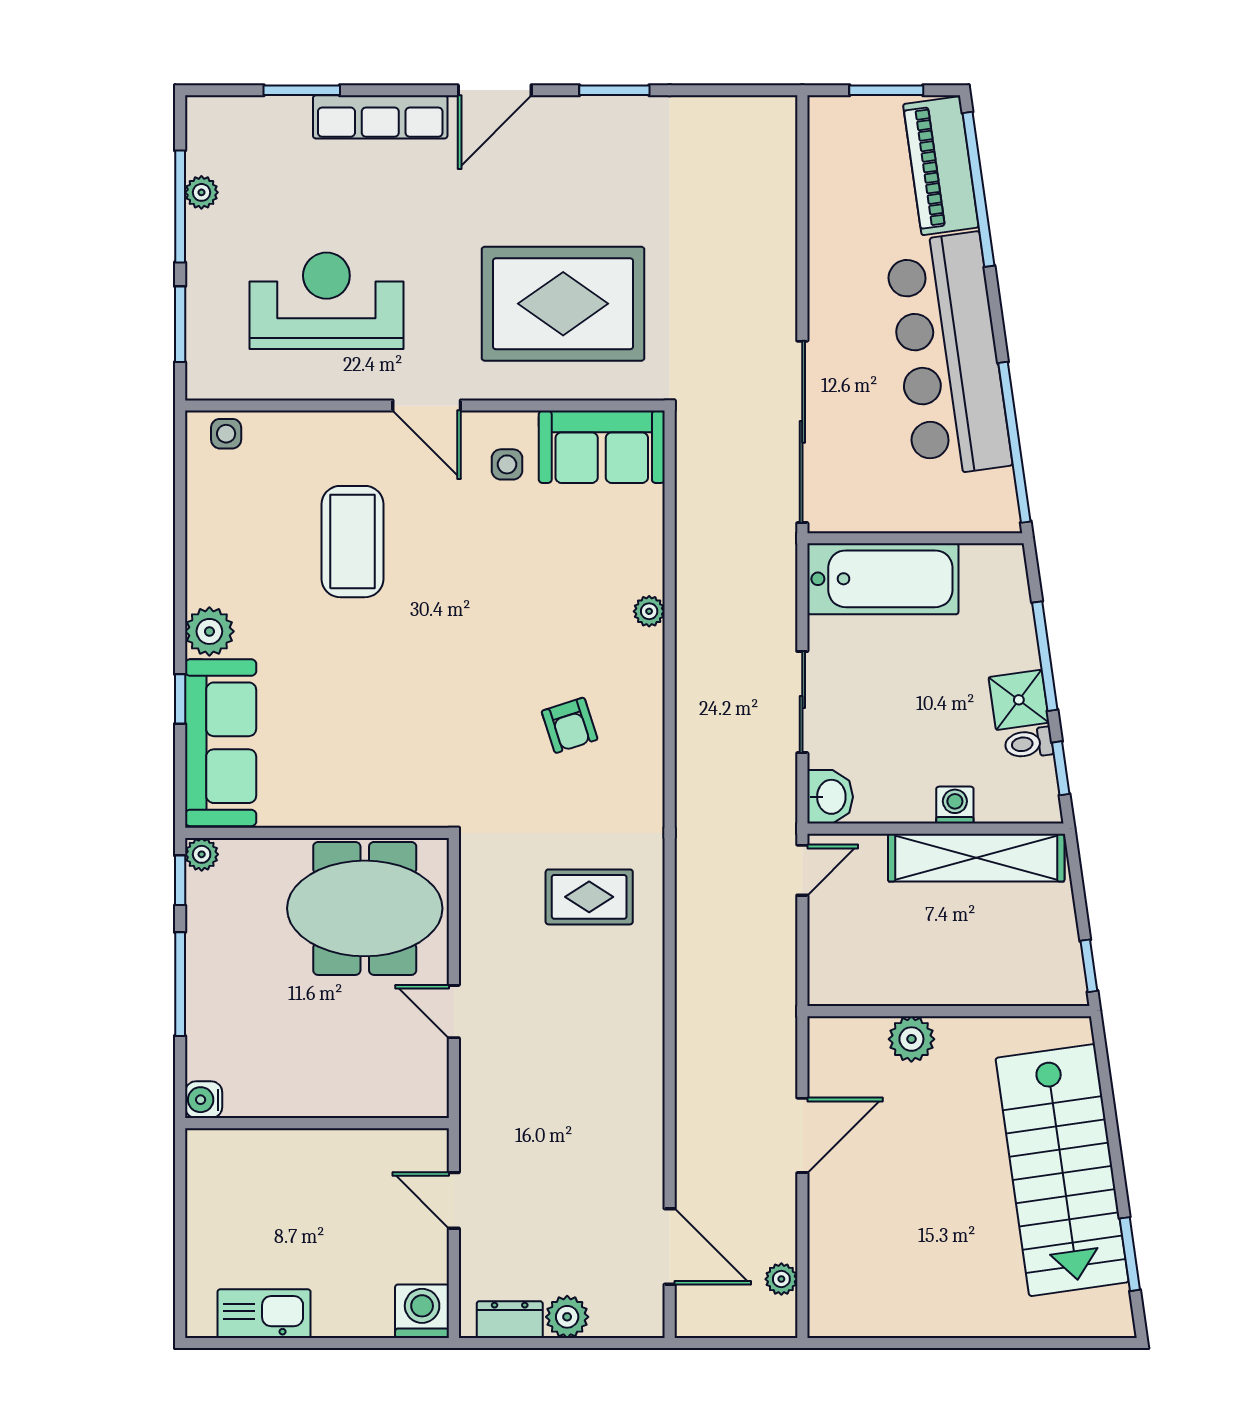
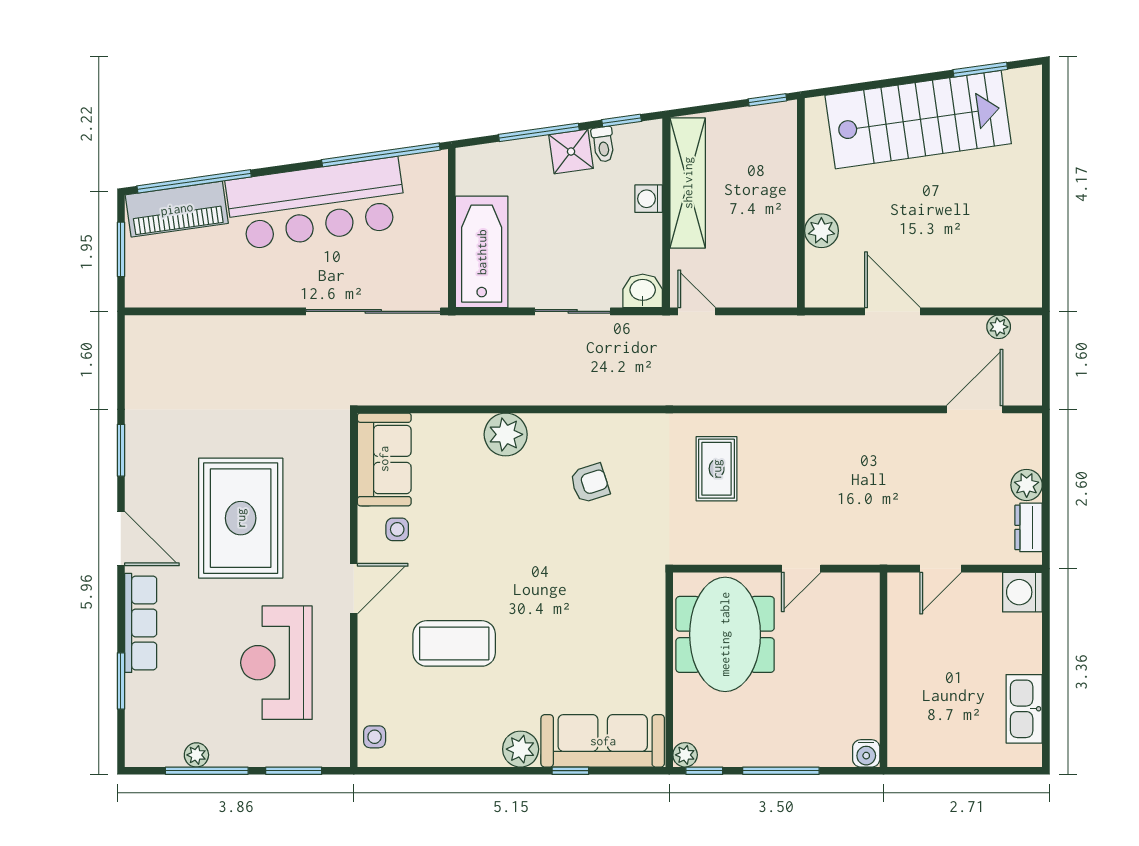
rug: (563, 304) -> (241, 518), moved
plant: (649, 611) -> (506, 434), width x1.87, depth x1.87

